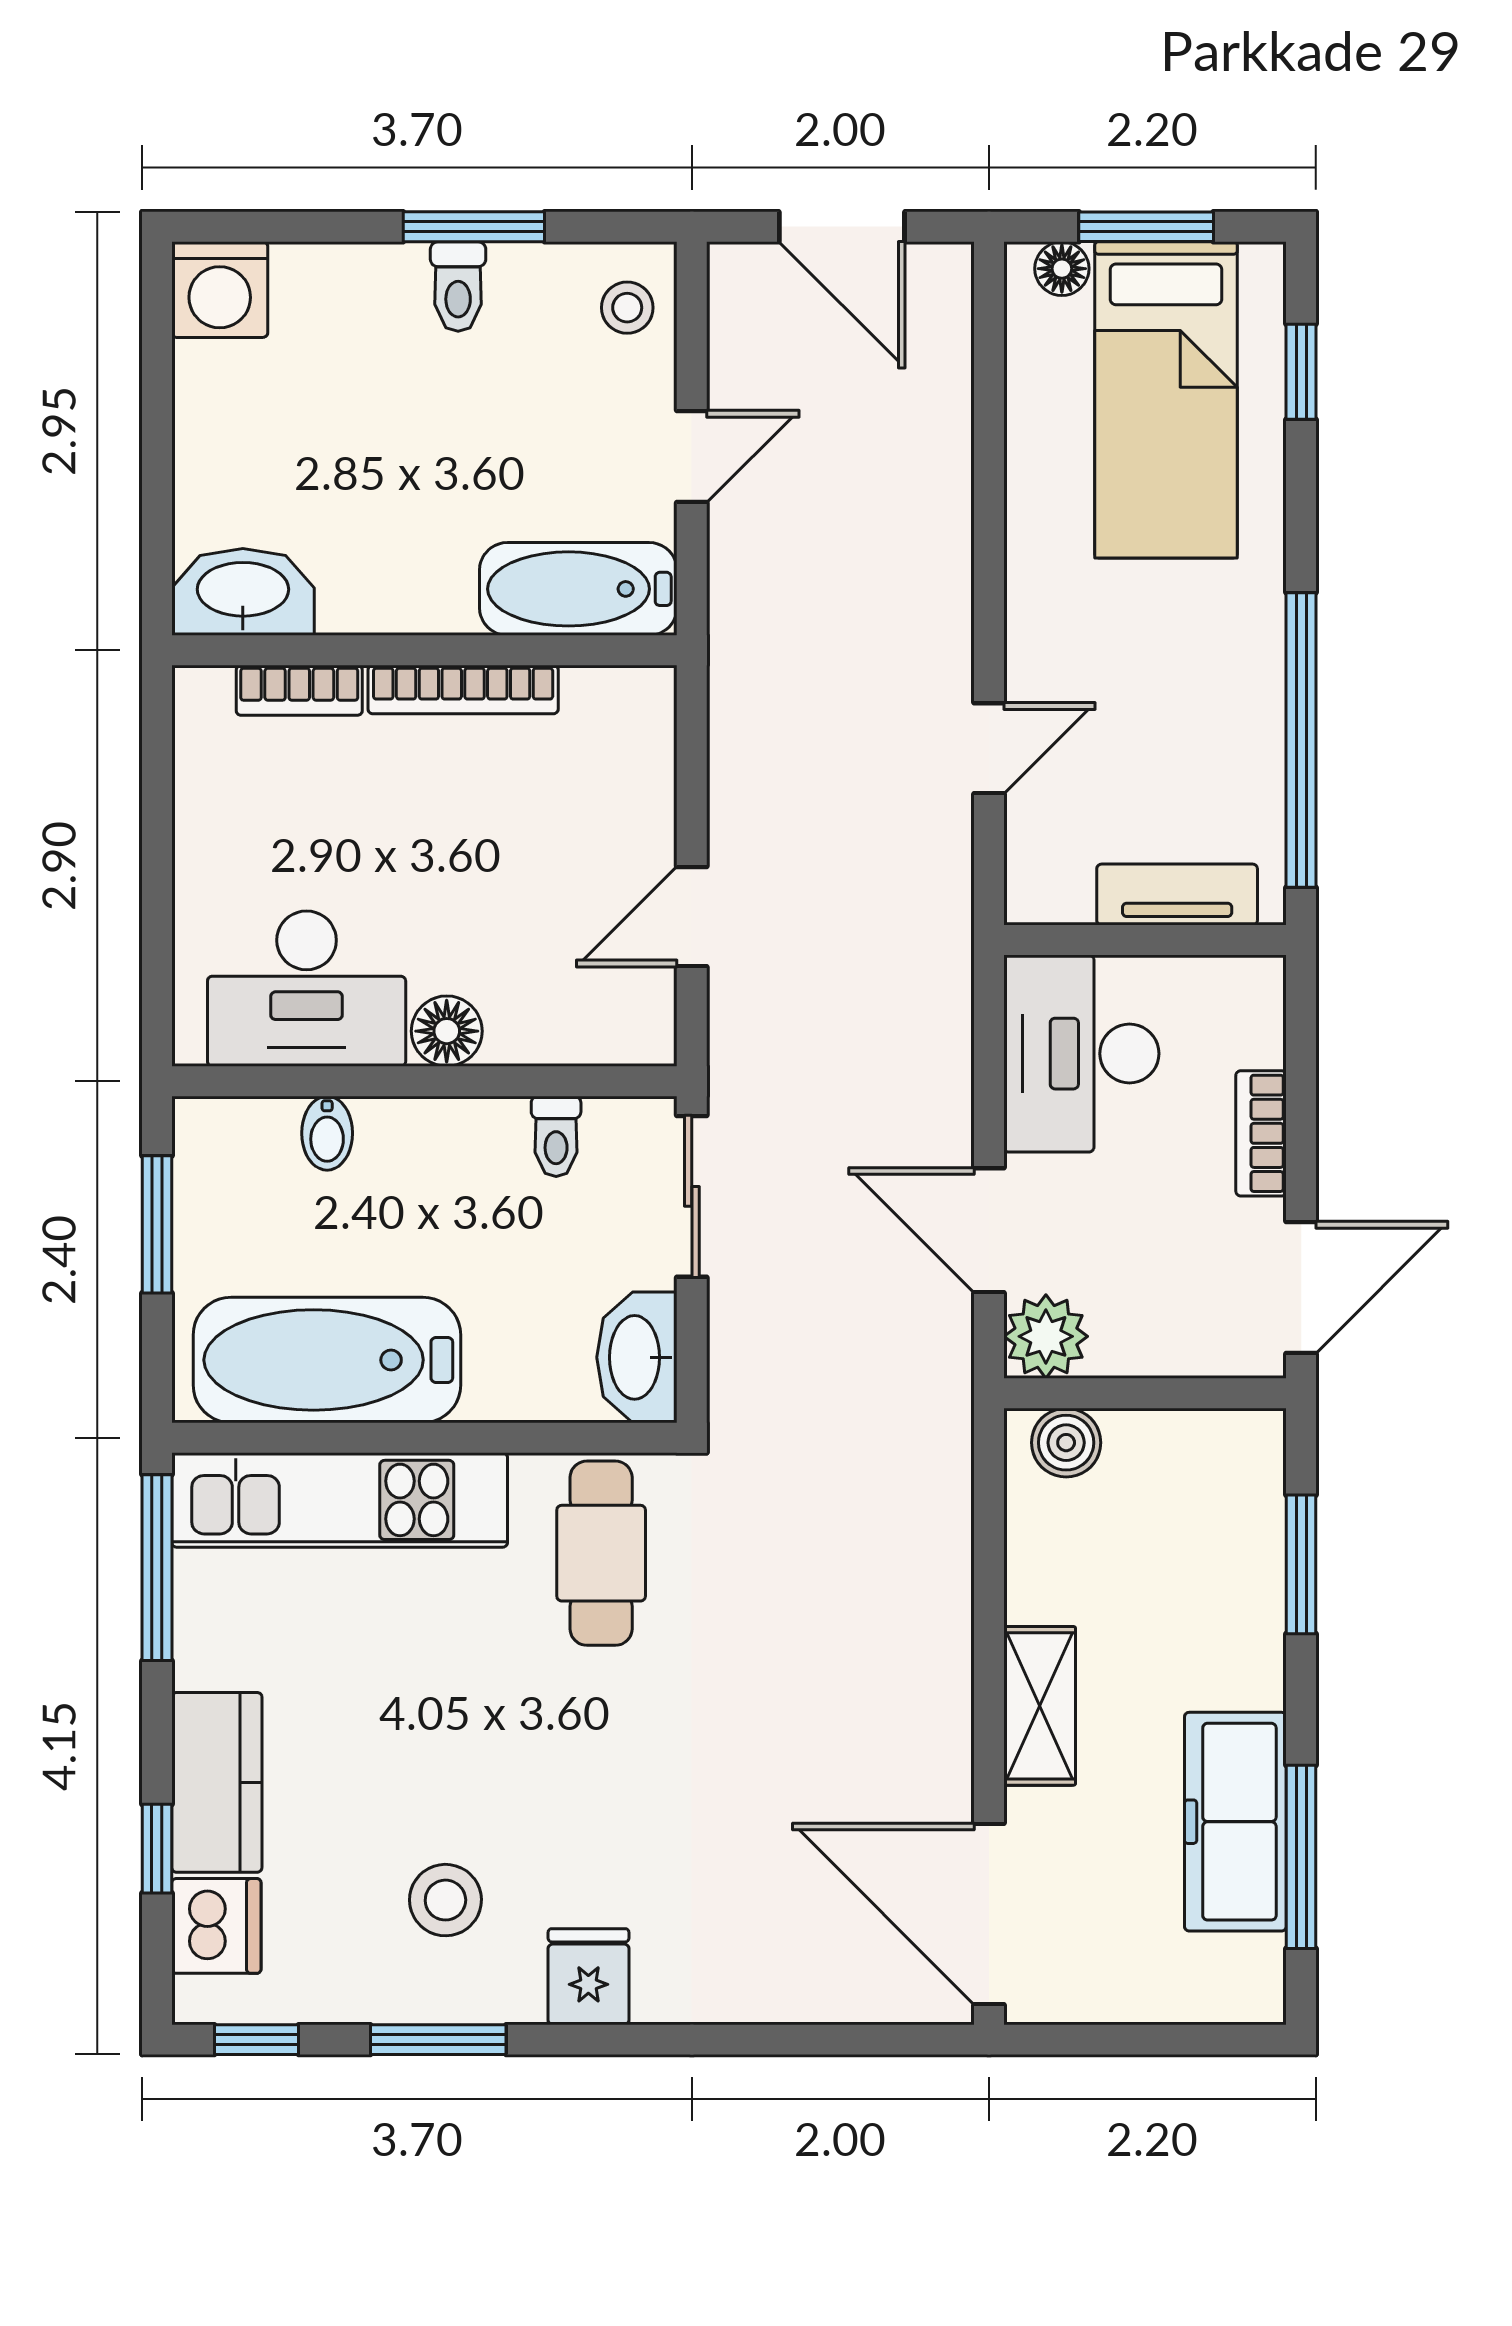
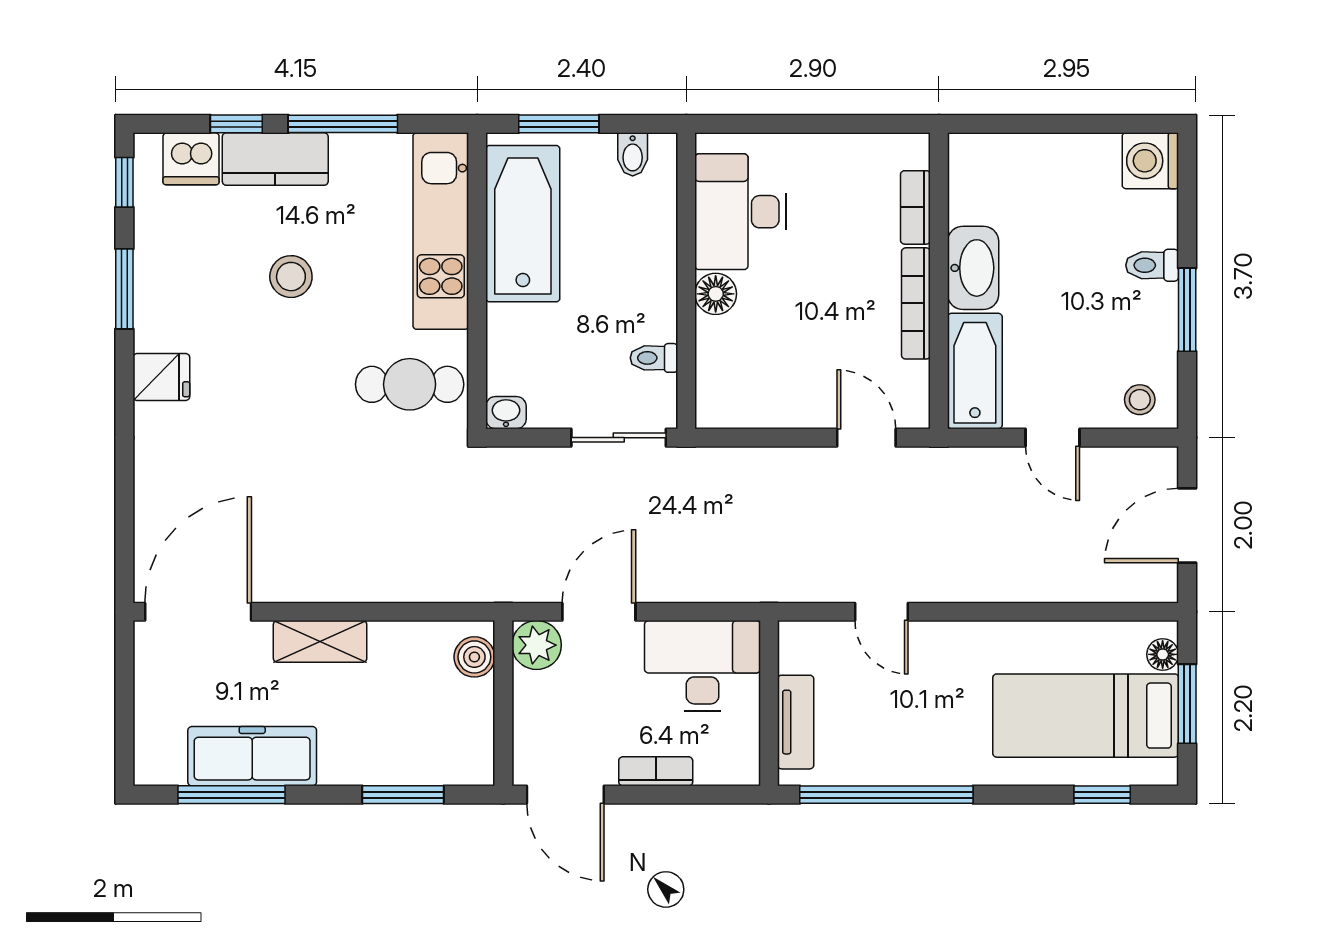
toilet: (458, 287) -> (1152, 265), moved
washbasin: (243, 592) -> (973, 268), moved
door: (692, 917) -> (866, 438), moved
bidet: (327, 1133) -> (633, 154), moved, turned -90
window: (157, 1224) -> (559, 124), moved
washbasin: (637, 1357) -> (506, 413), width x0.52, depth x0.69
window: (157, 1568) -> (343, 124), moved
stool: (445, 1900) -> (291, 277), moved

